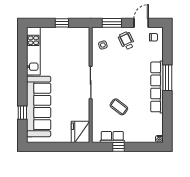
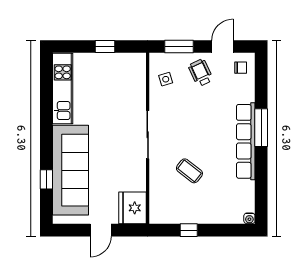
row of seats: (112, 137) -> (180, 215), removed
door: (59, 147) -> (101, 230), added

